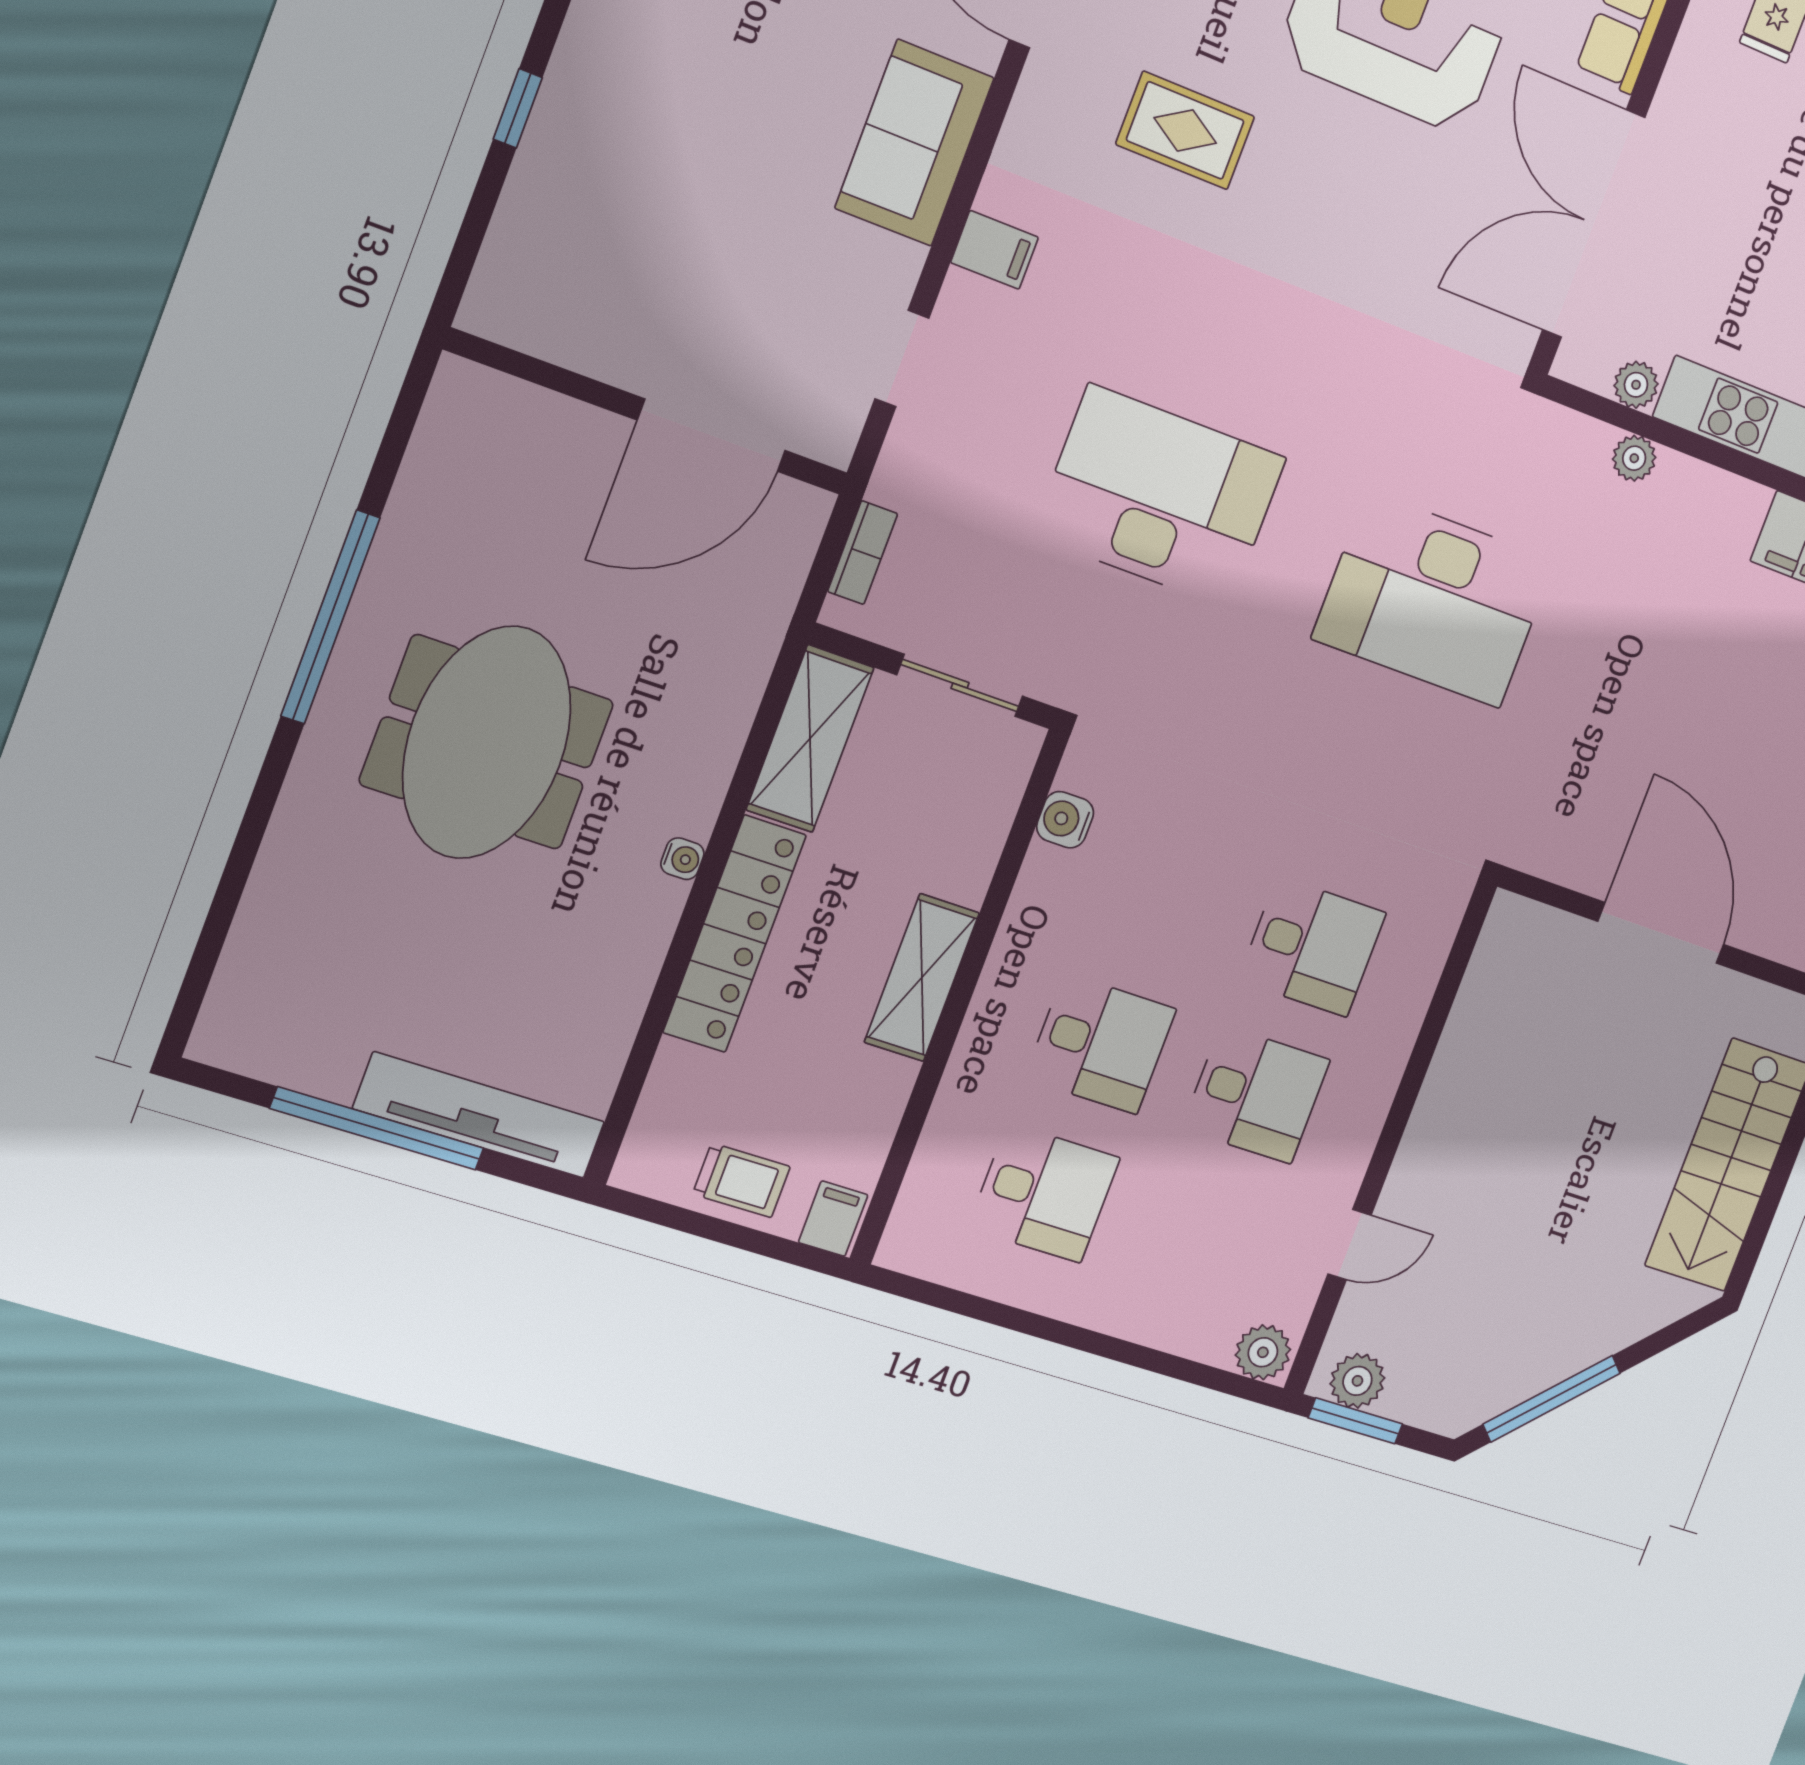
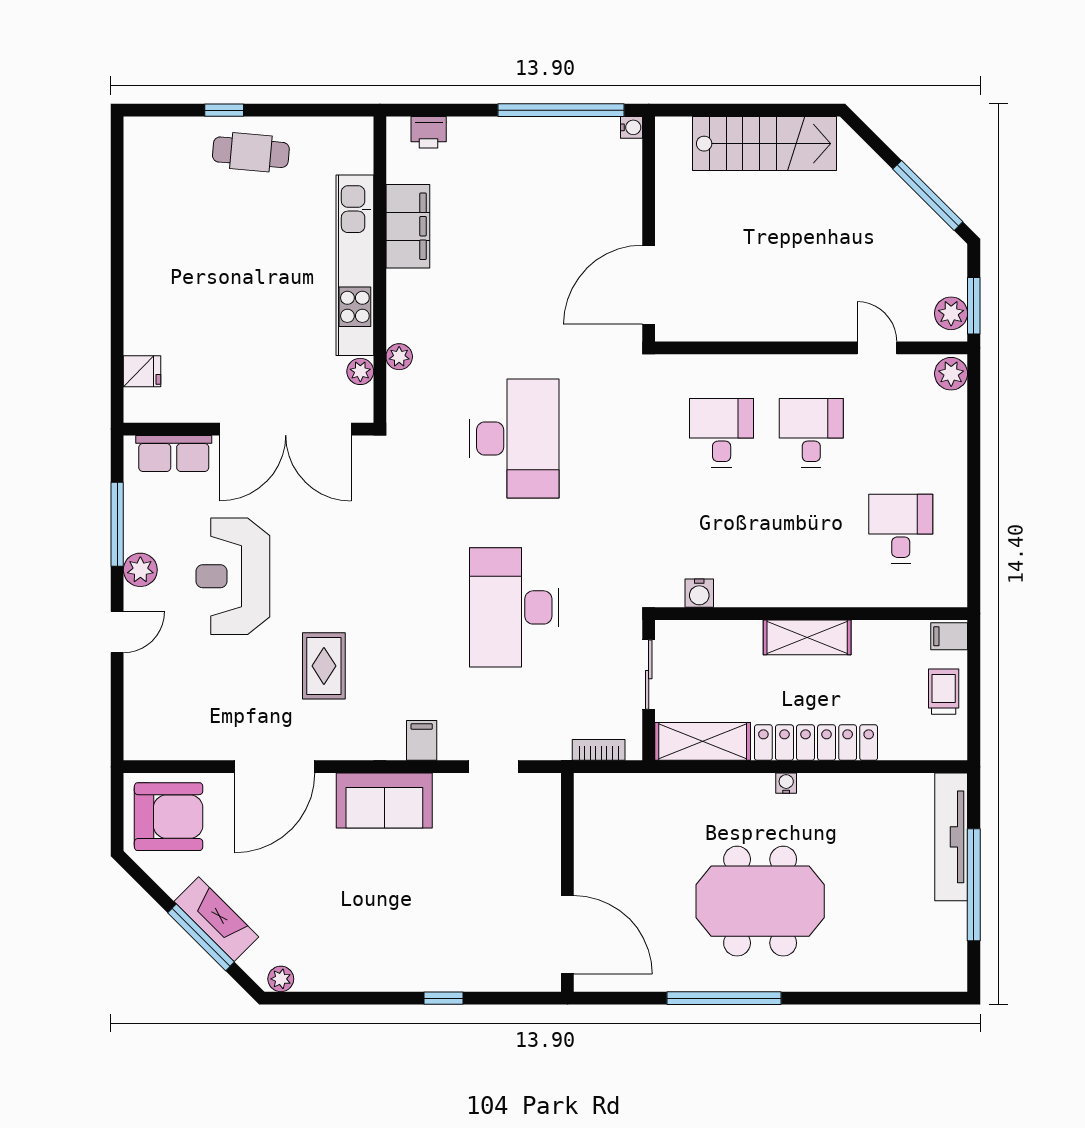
door: (712, 435) -> (567, 935), moved
door: (1661, 933) -> (649, 285), moved
desk: (1101, 1044) -> (811, 529), removed

